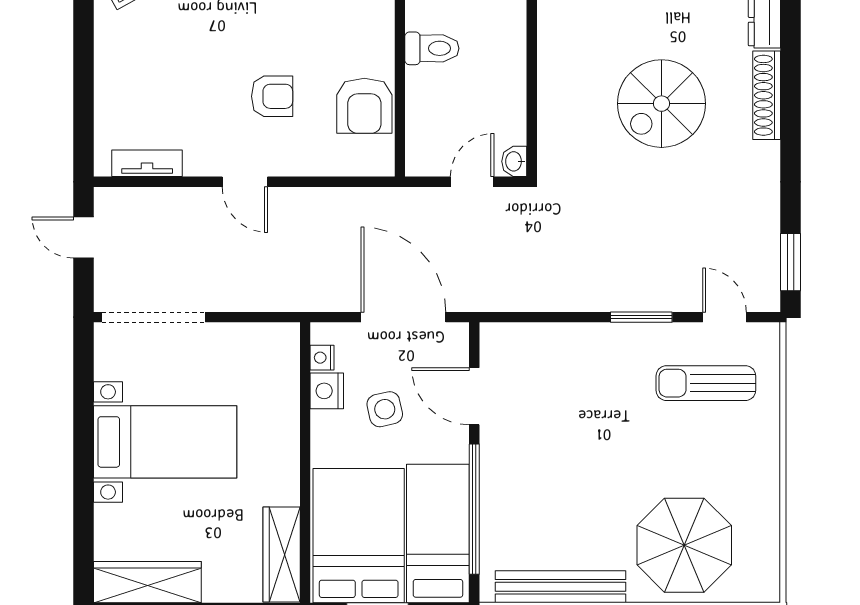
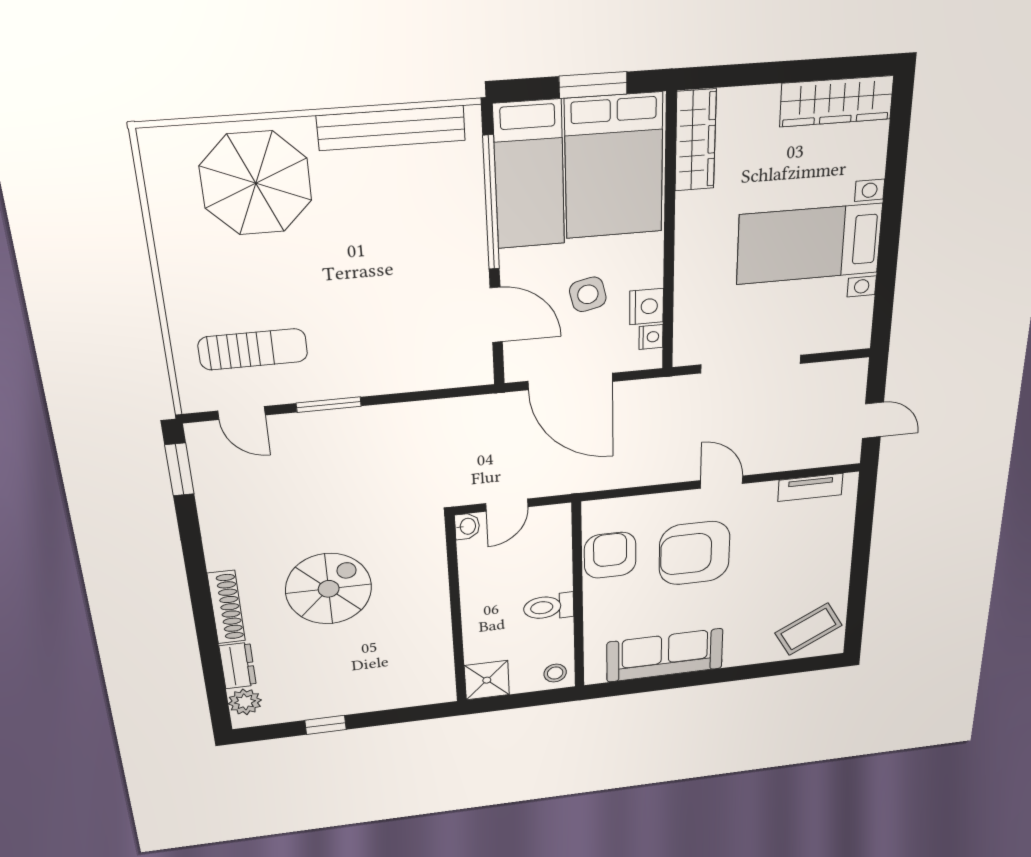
armchair: (272, 96) -> (694, 553), width x1.88, depth x1.88
doorway: (154, 317) -> (751, 364), moved

